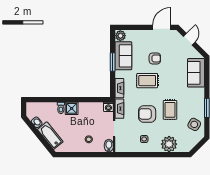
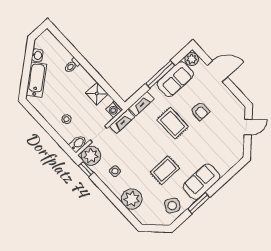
door: (162, 27) -> (217, 71), moved
window: (113, 62) -> (160, 74), width x1.44
sofa: (196, 73) -> (202, 182), moved
shower: (72, 108) -> (97, 94), moved
armchair: (147, 114) -> (141, 152), removed
plant: (123, 145) -> (91, 156), added
window: (128, 155) -> (86, 169), added

